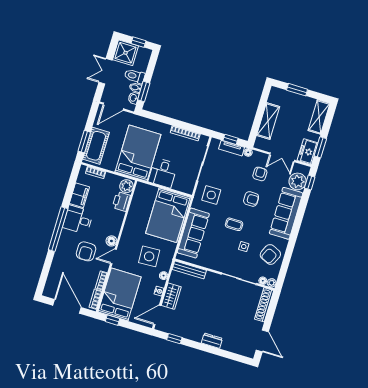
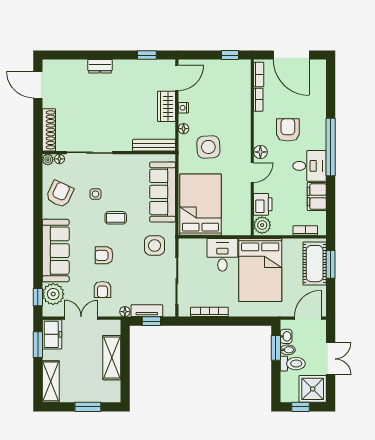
door: (113, 256) -> (252, 173), moved
bed: (120, 294) -> (231, 89), removed

